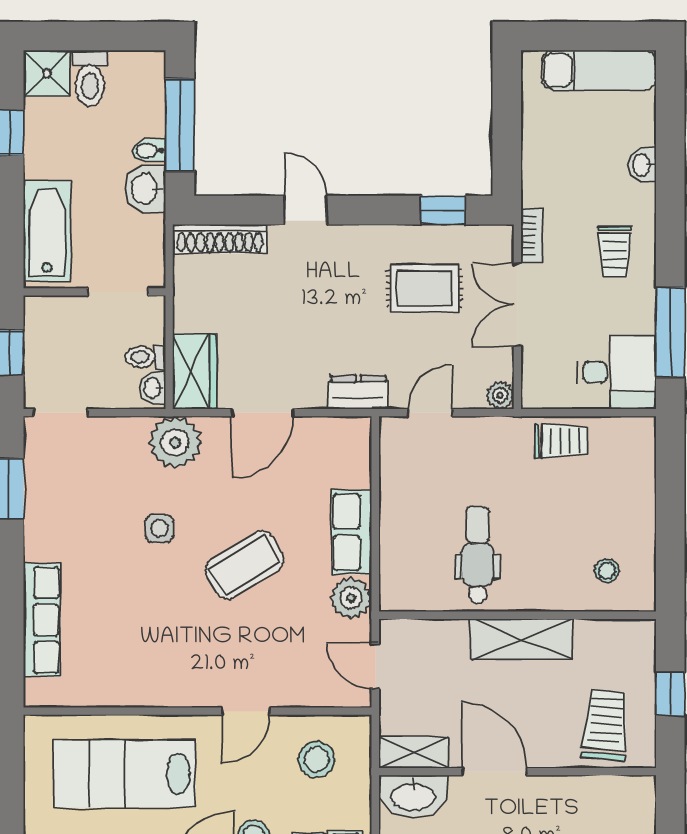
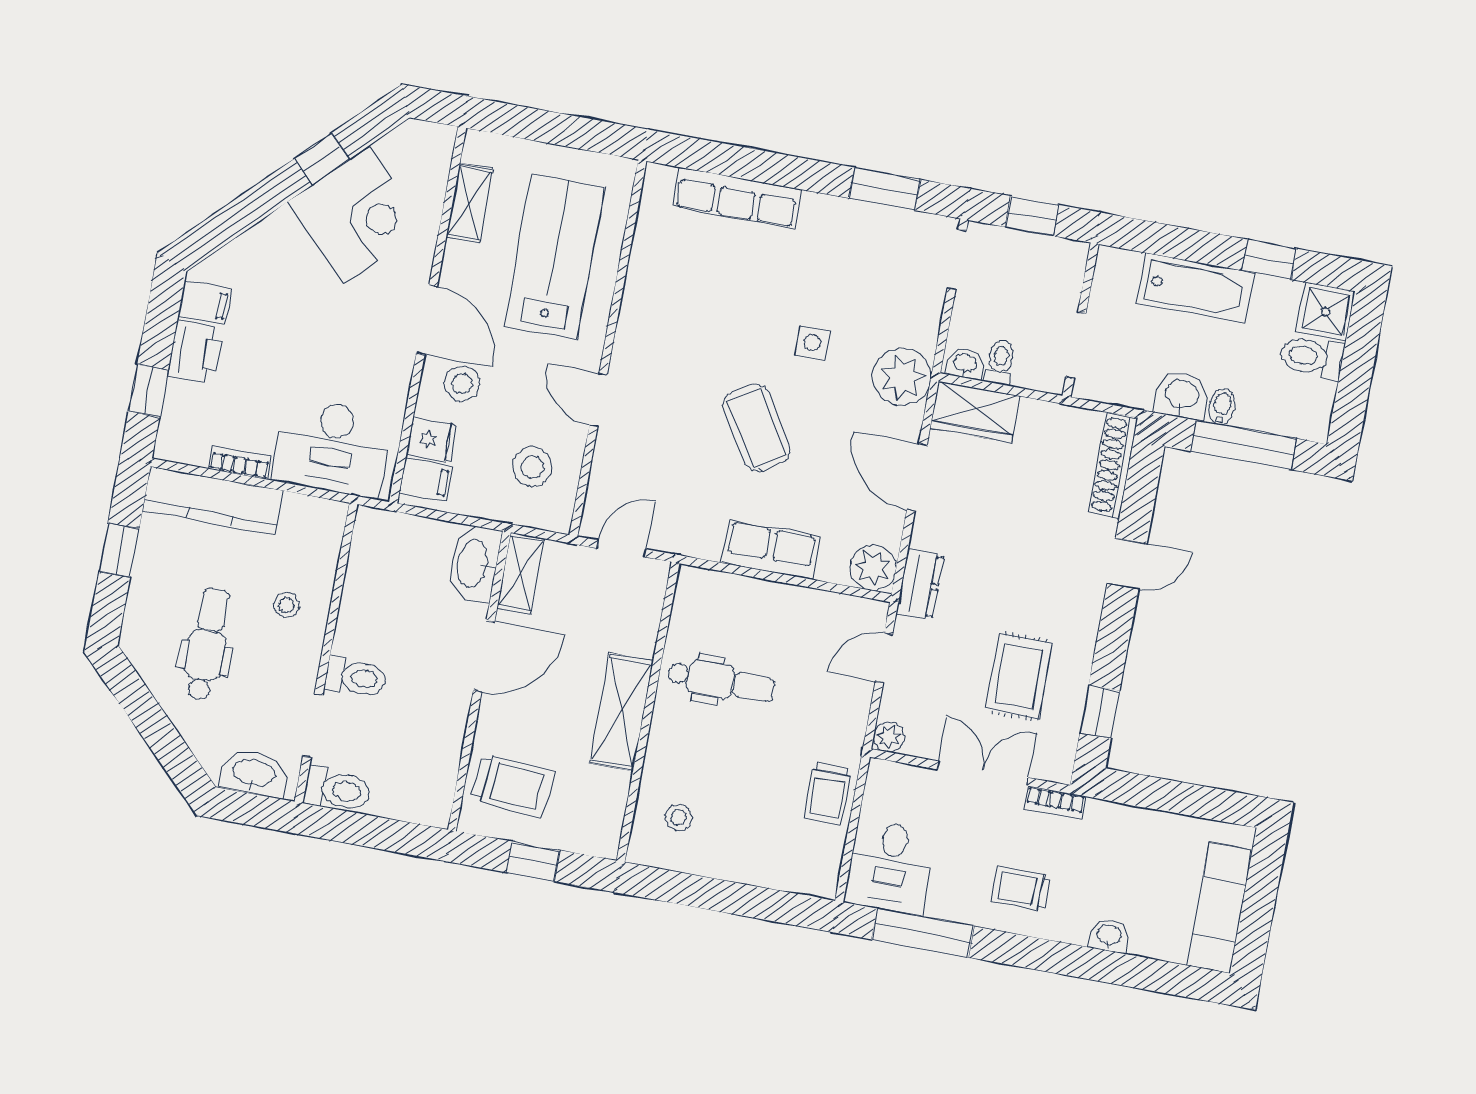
bathtub: (47, 231) -> (1196, 288), moved
door: (430, 413) -> (884, 658), swing flipped
plant: (351, 598) -> (873, 568), moved

